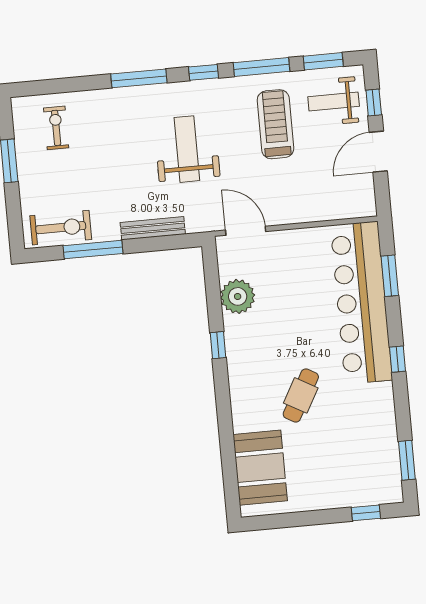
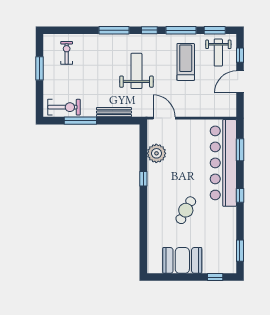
weight bench: (334, 102) -> (218, 53), turned -90
booth: (260, 468) -> (182, 260), moved, turned 90

